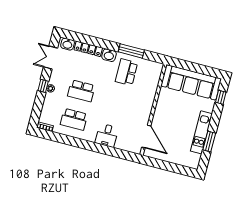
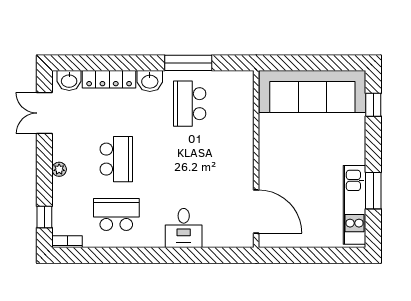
window: (43, 86) -> (44, 217), moved
school desk: (81, 91) -> (116, 159), turned -90
school desk: (74, 119) -> (116, 214), turned 180
kitchen unit: (201, 132) -> (354, 205), moved

